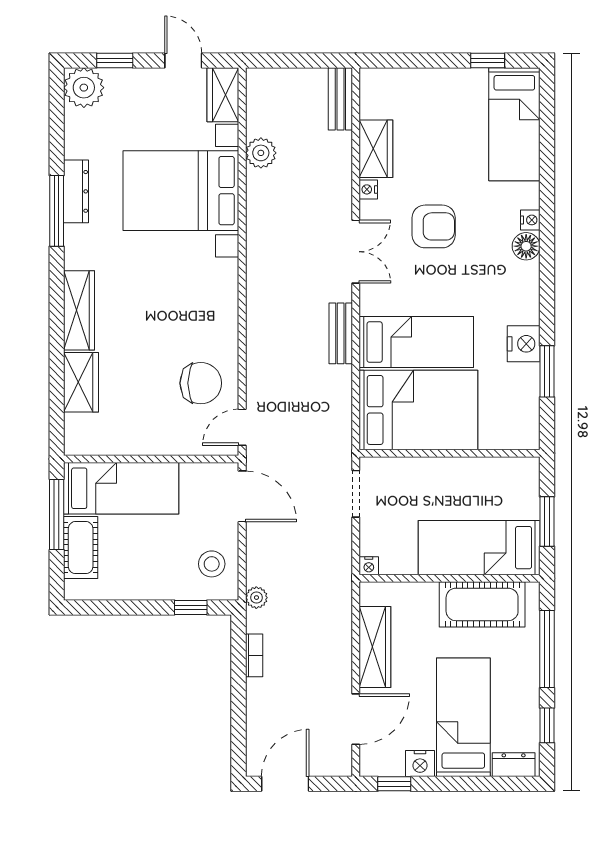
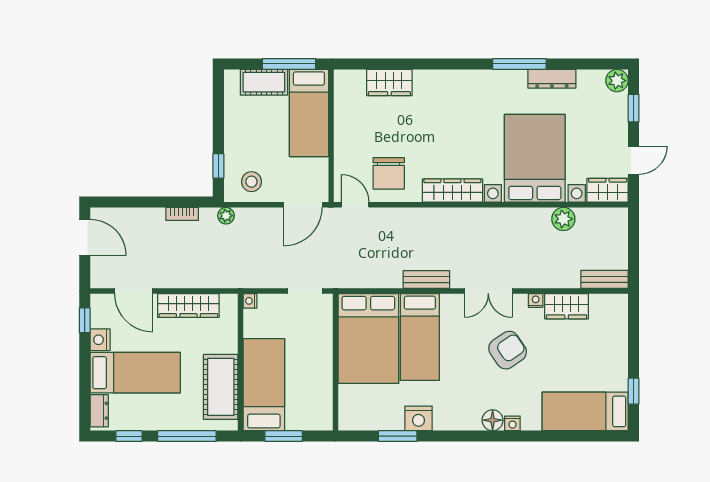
plant: (84, 88) -> (617, 81), width x0.73, depth x0.73
dresser: (76, 191) -> (552, 79), moved
armchair: (434, 226) -> (508, 350), turned -124
wardrobe: (79, 310) -> (452, 191), moved, turned 180

